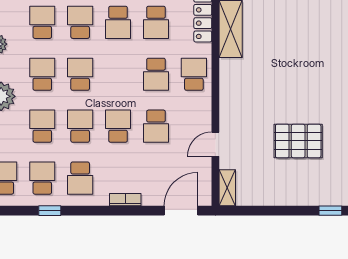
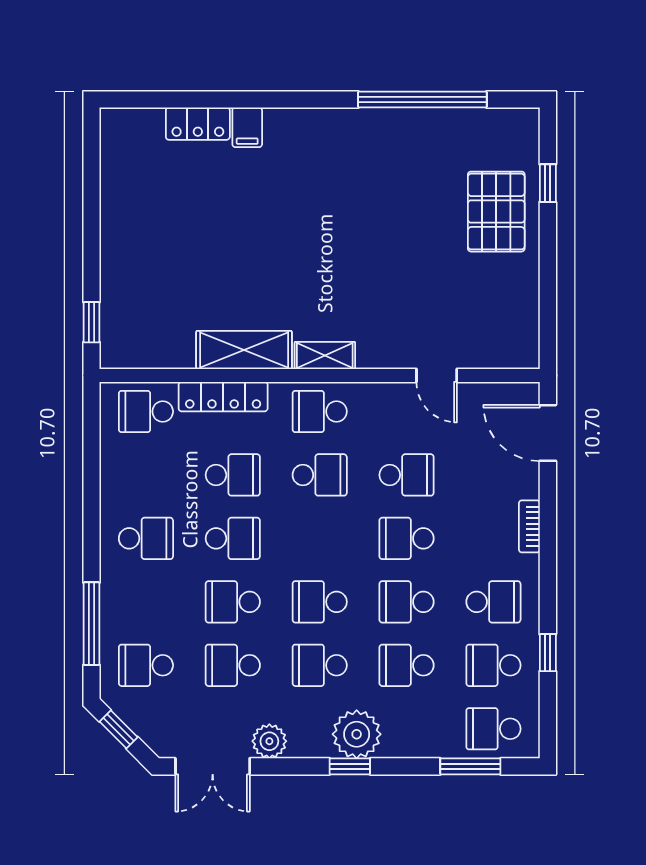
pallet: (298, 141) -> (496, 212), moved
shelving: (227, 188) -> (325, 355), moved

